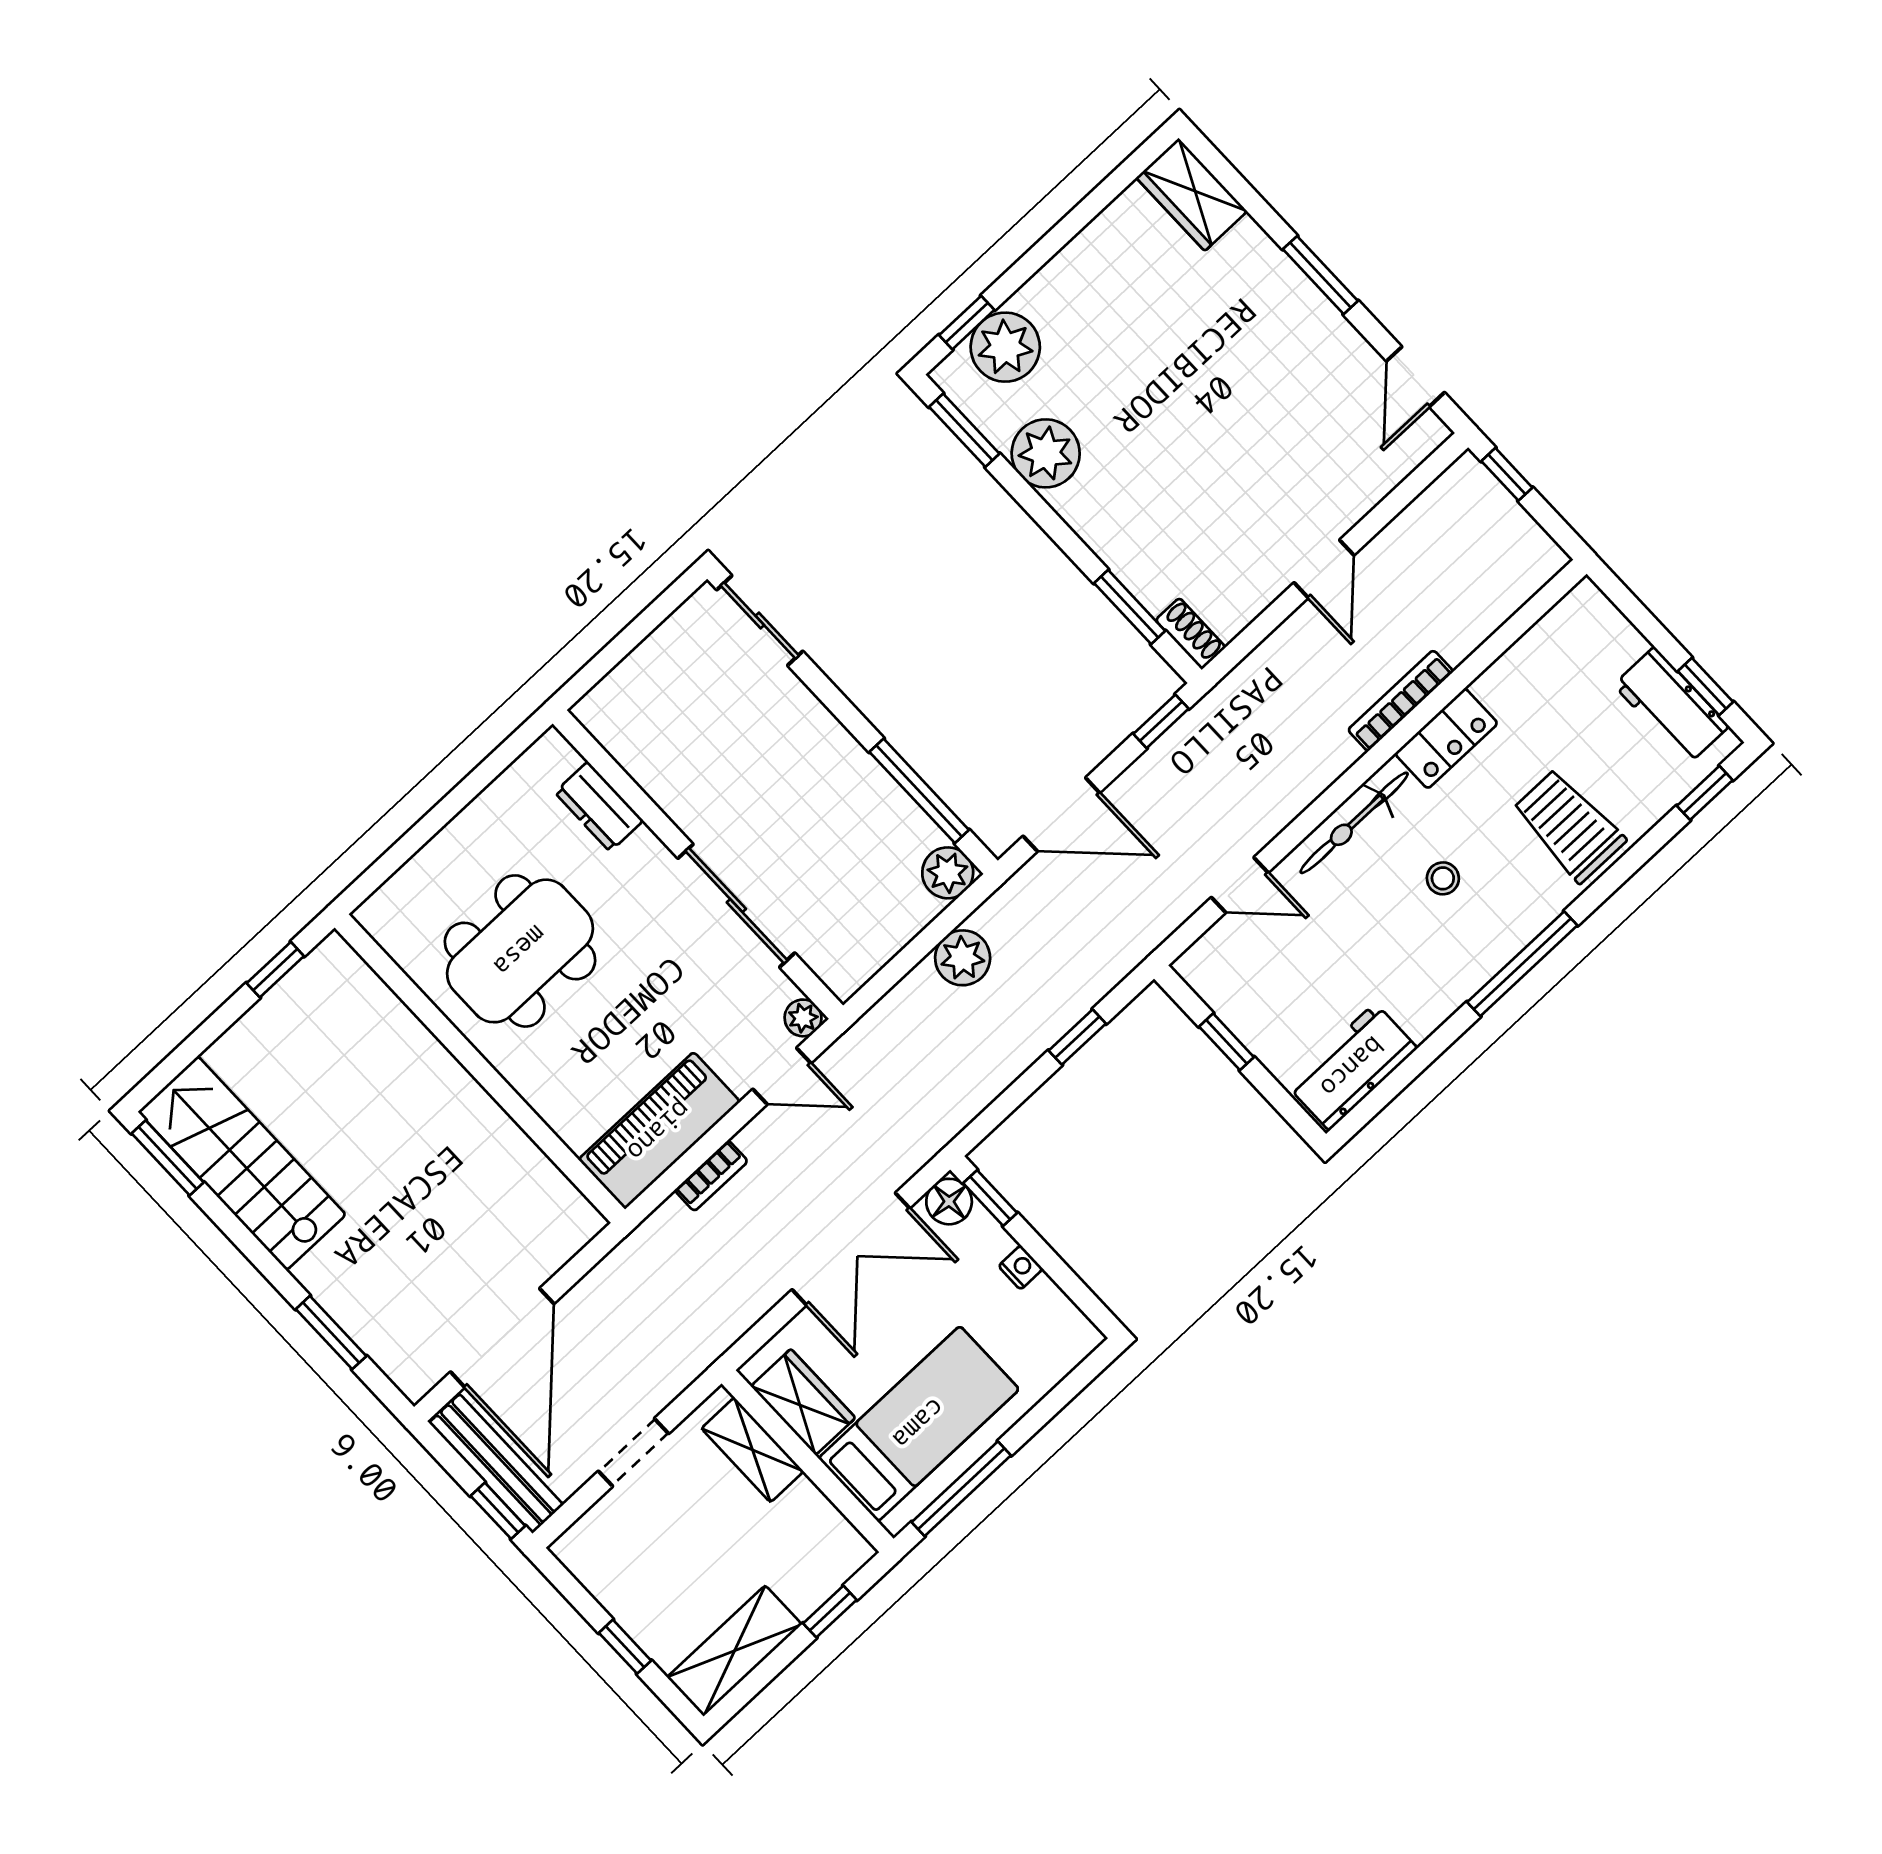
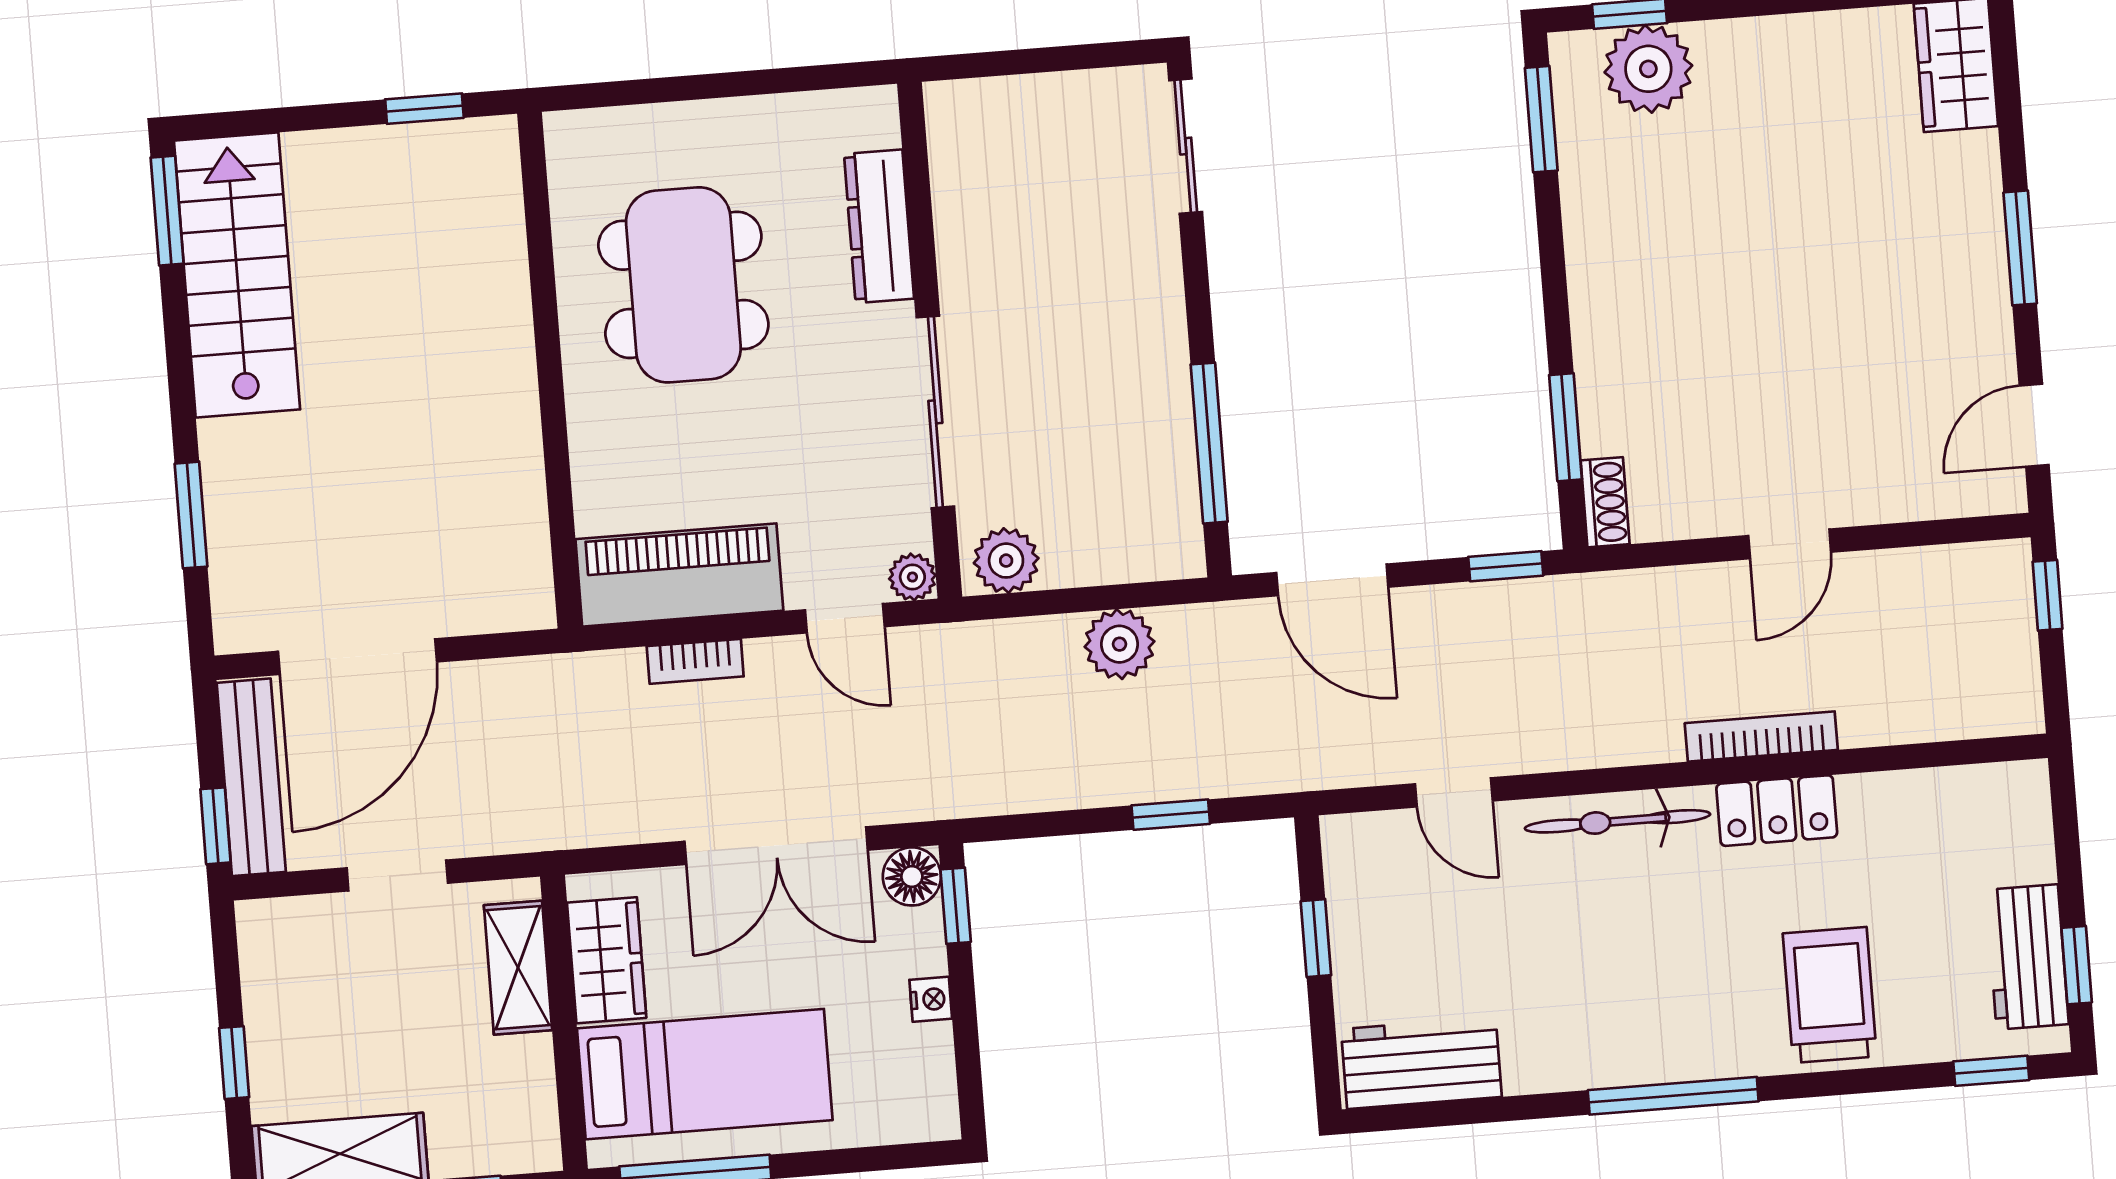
plant: (1046, 453) -> (1604, 207), removed
dresser: (599, 807) -> (879, 226), width x1.44
plant: (948, 873) -> (1006, 561), moved
stool: (1443, 878) -> (1662, 947), removed
dining table: (520, 951) -> (683, 285), turned 90

